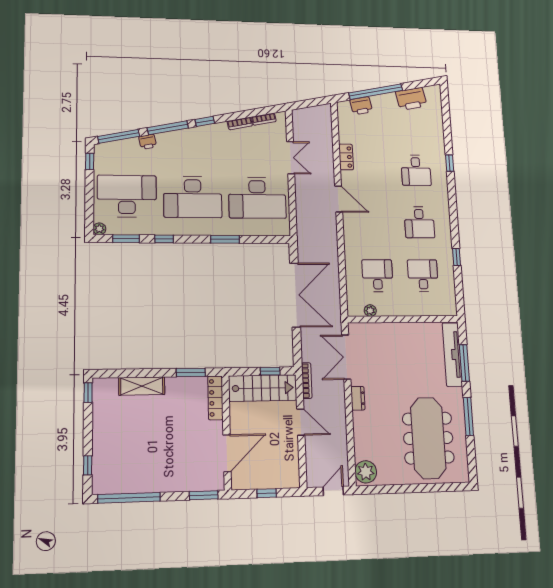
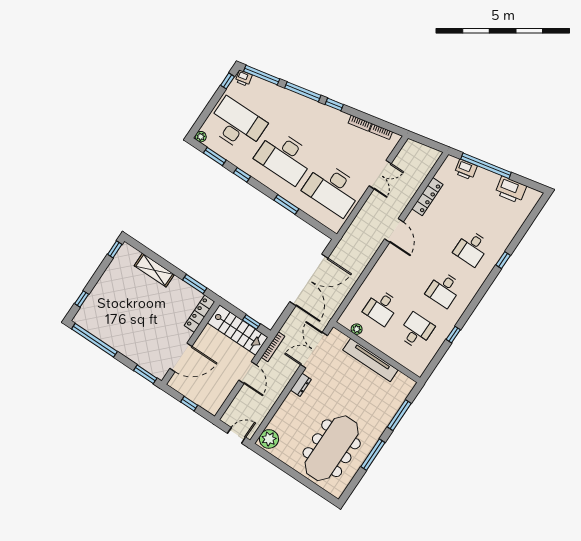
printer: (148, 142) -> (244, 78), moved
locker: (346, 157) -> (427, 197), width x1.53
desk: (377, 276) -> (381, 307), turned 180
tv unit: (452, 354) -> (370, 360), moved, turned -90

